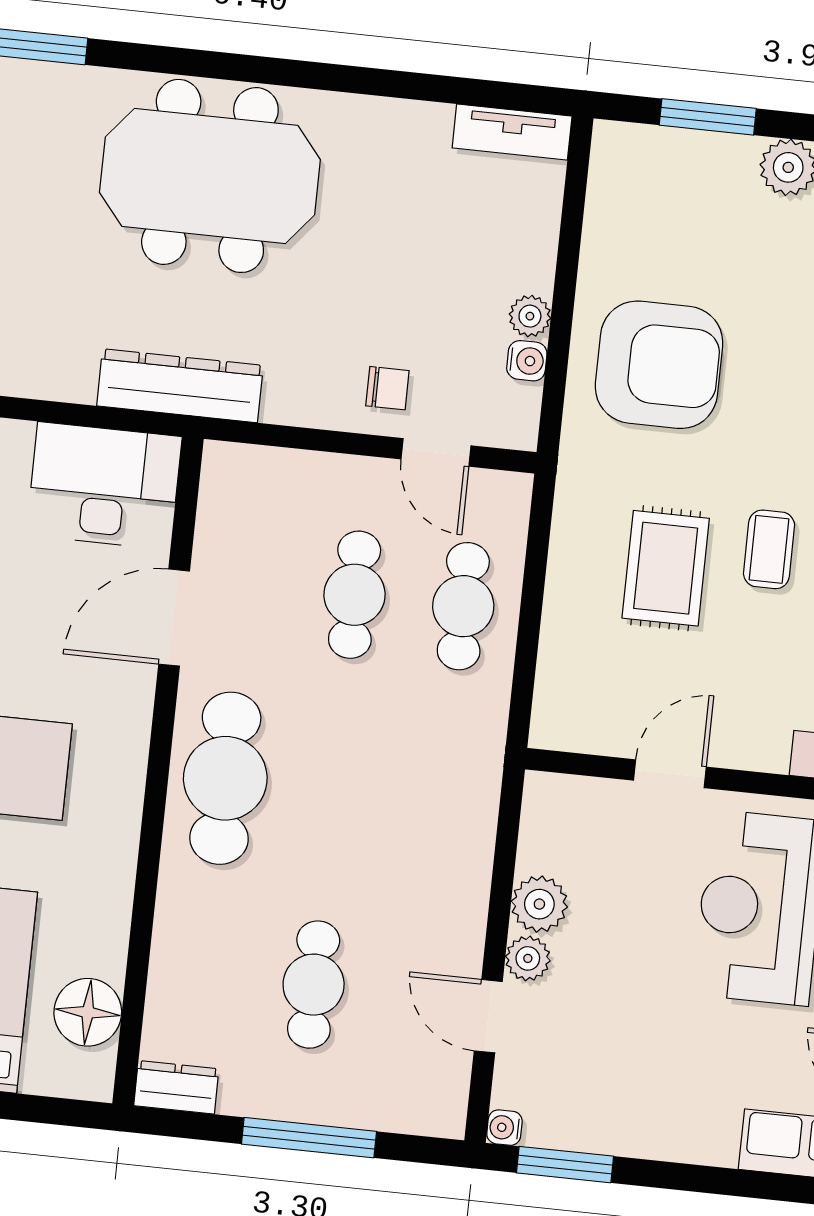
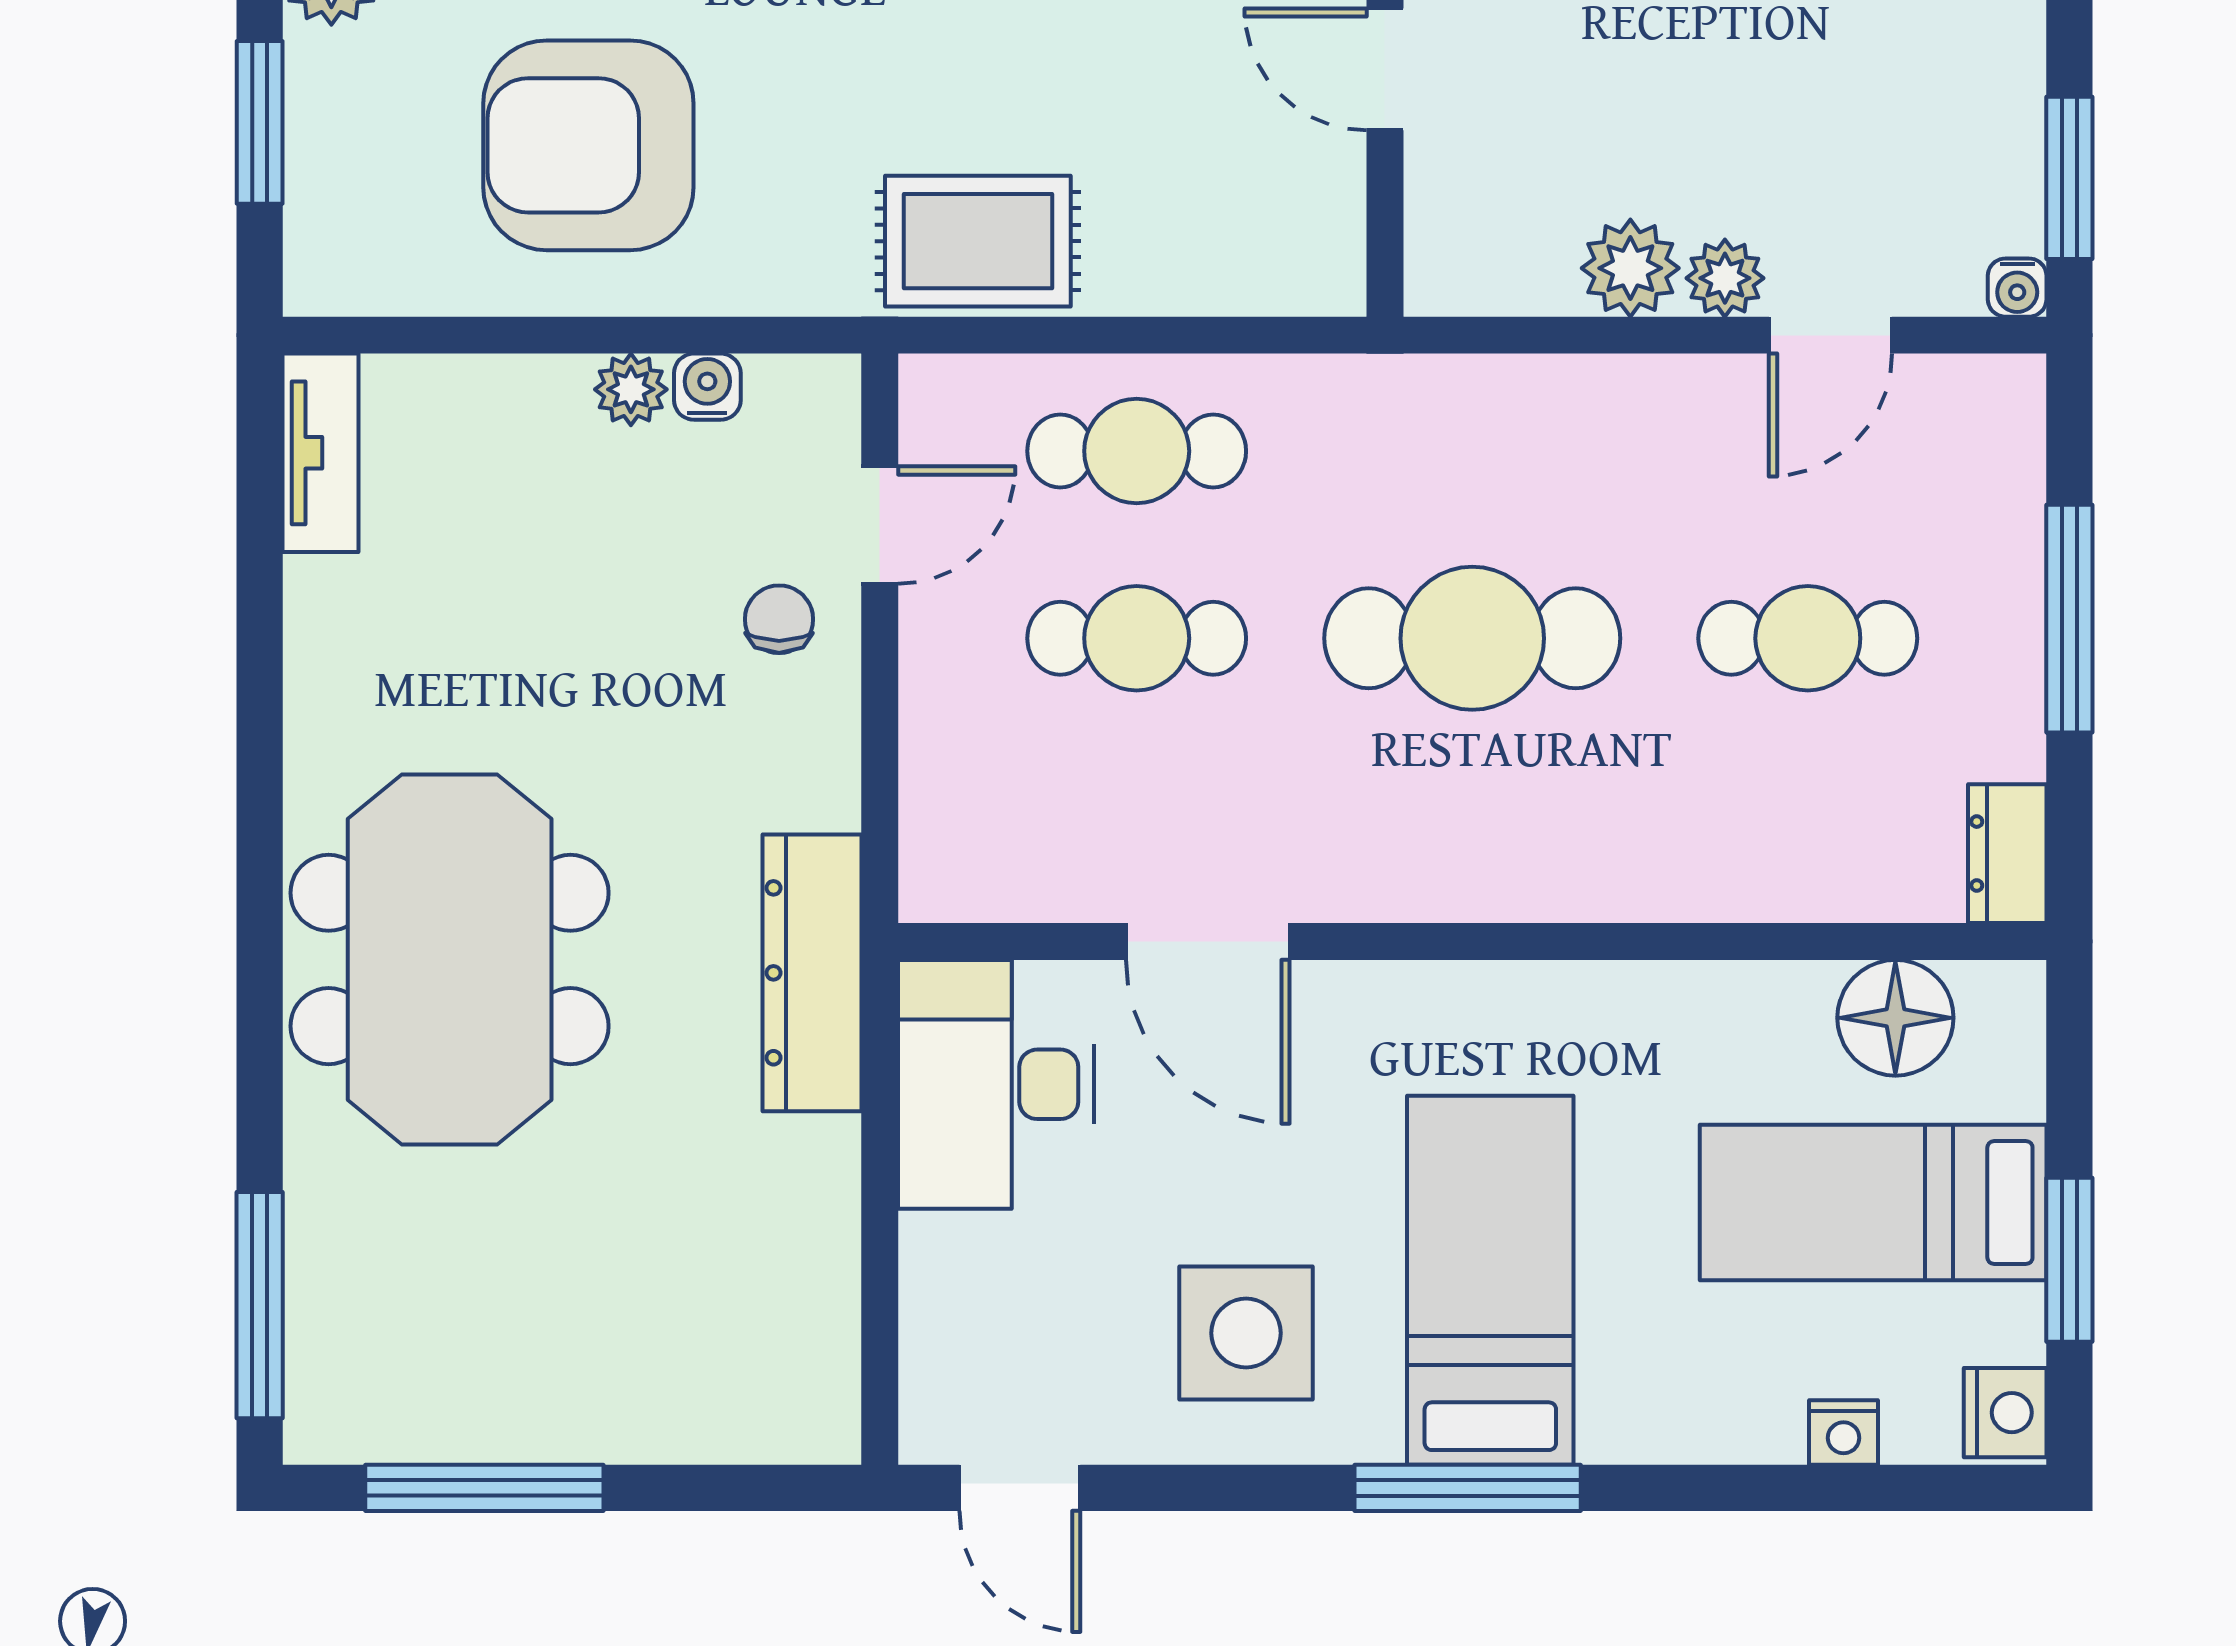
armchair: (659, 365) -> (588, 145), moved, turned -90
rug: (666, 568) -> (978, 241), moved
cafe table: (225, 778) -> (1472, 638), moved

